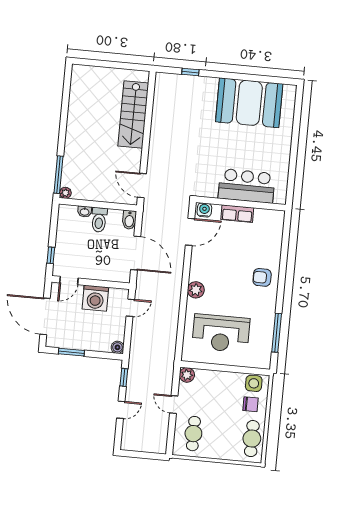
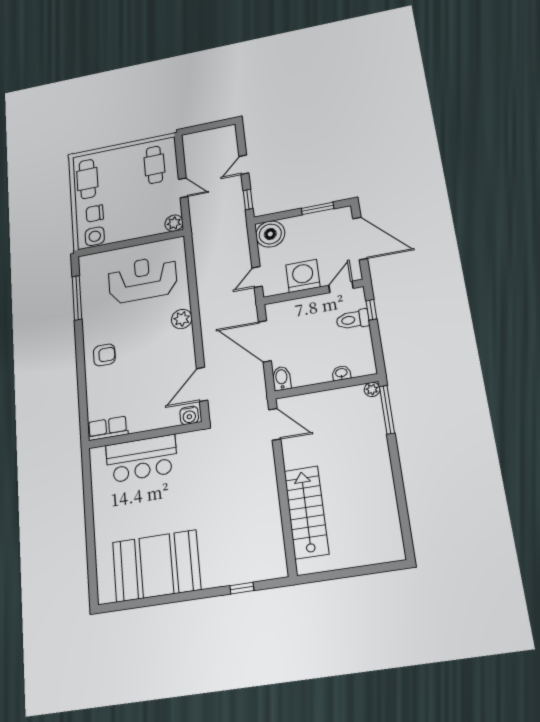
row of seats: (237, 214) -> (108, 428), moved
toilet: (99, 220) -> (353, 320), moved, turned -90
boiler: (117, 347) -> (270, 234), width x1.86, depth x1.86

